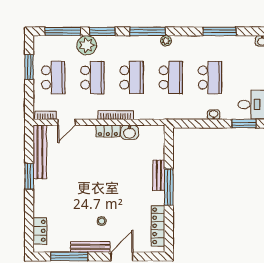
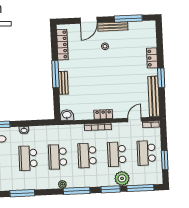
washbasin: (130, 132) -> (67, 115), moved
locker: (40, 231) -> (152, 58), moved

